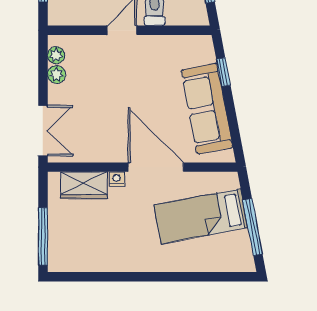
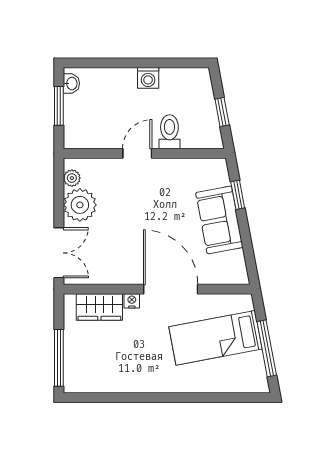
plant: (56, 75) -> (80, 205), width x1.88, depth x1.88
sofa: (207, 109) -> (219, 220), width x0.73

